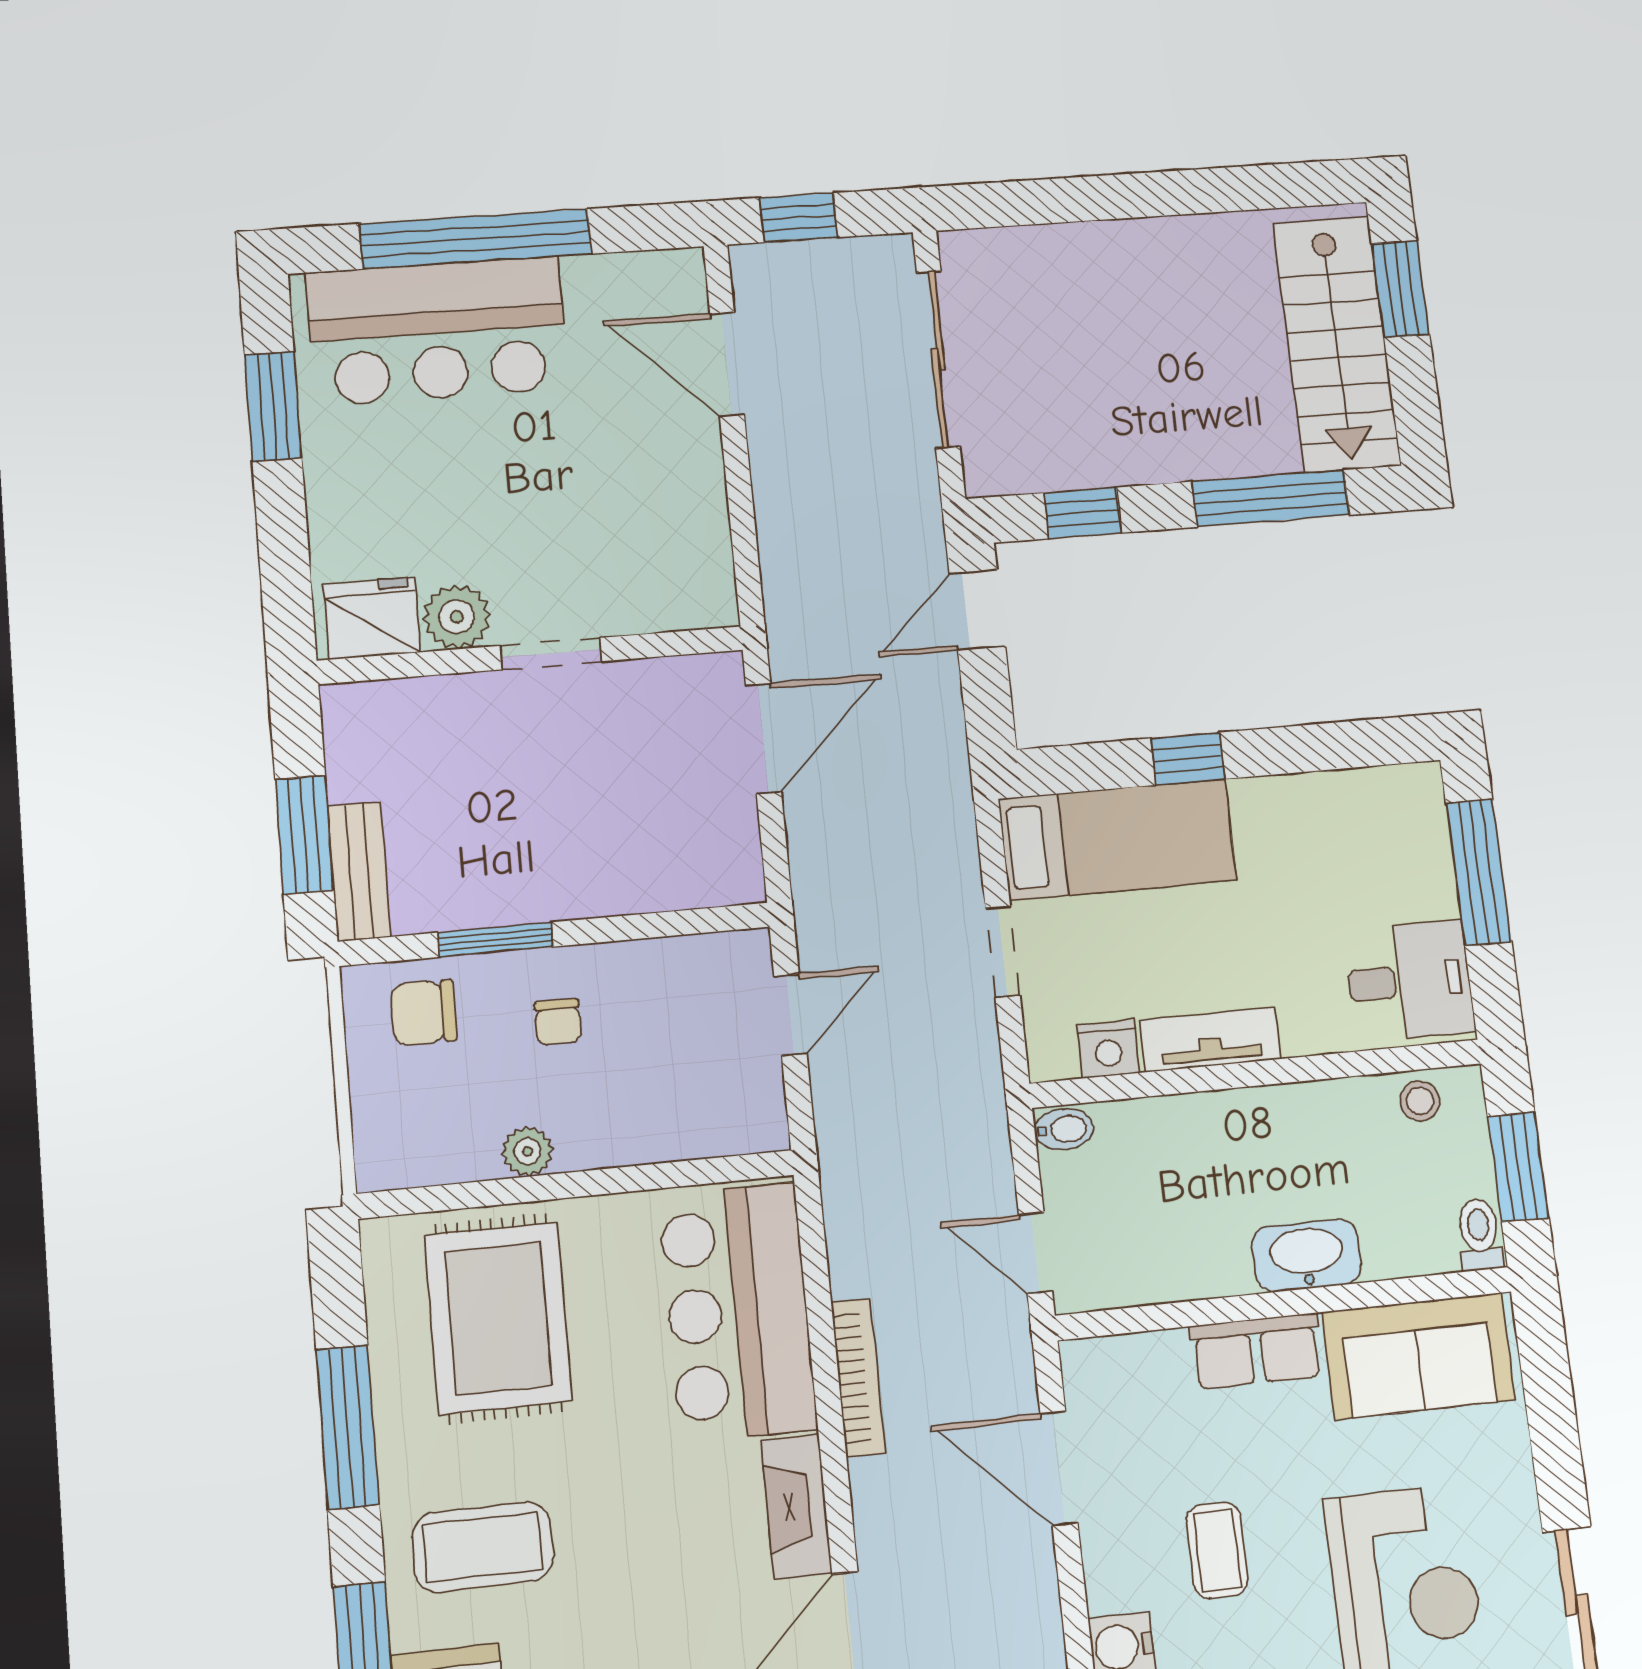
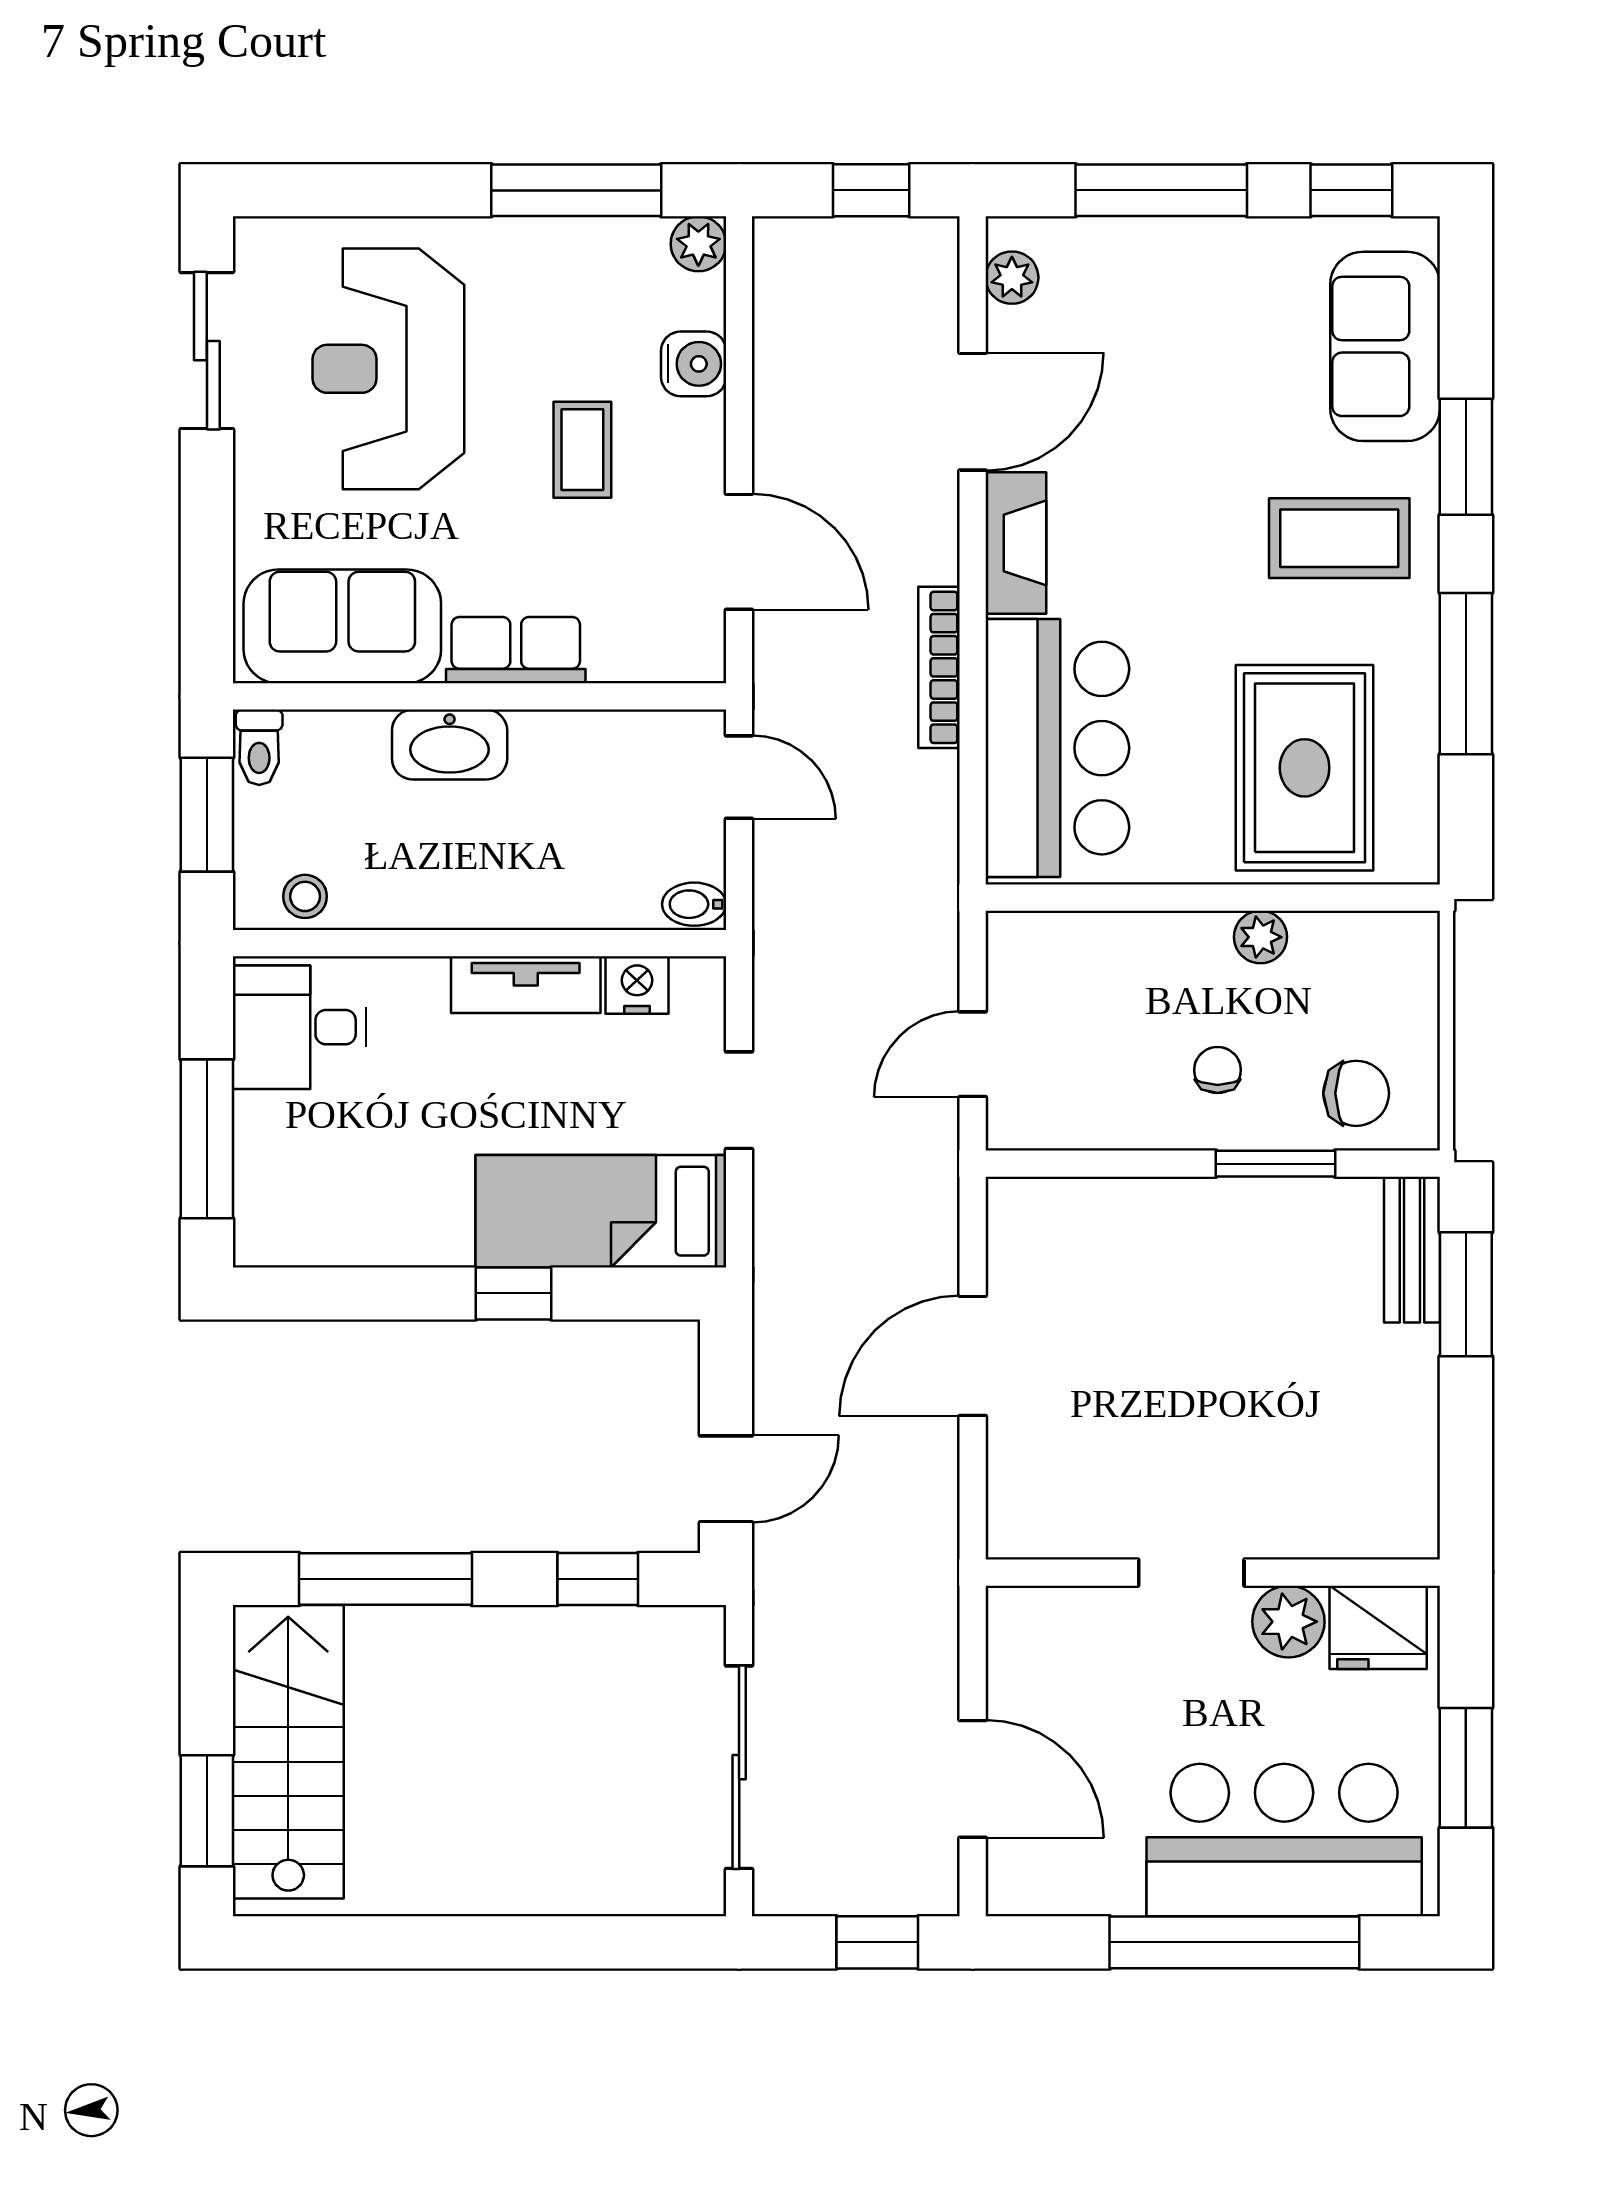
plant: (457, 617) -> (1288, 1622), moved
fridge: (372, 618) -> (1378, 1627), moved
doorway: (551, 654) -> (1191, 1573), moved
wall: (531, 655) -> (1213, 1573), moved

